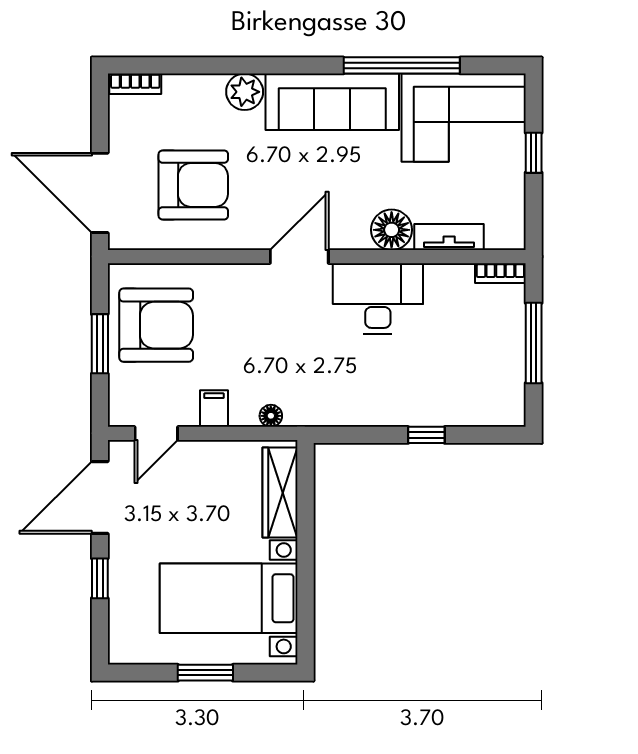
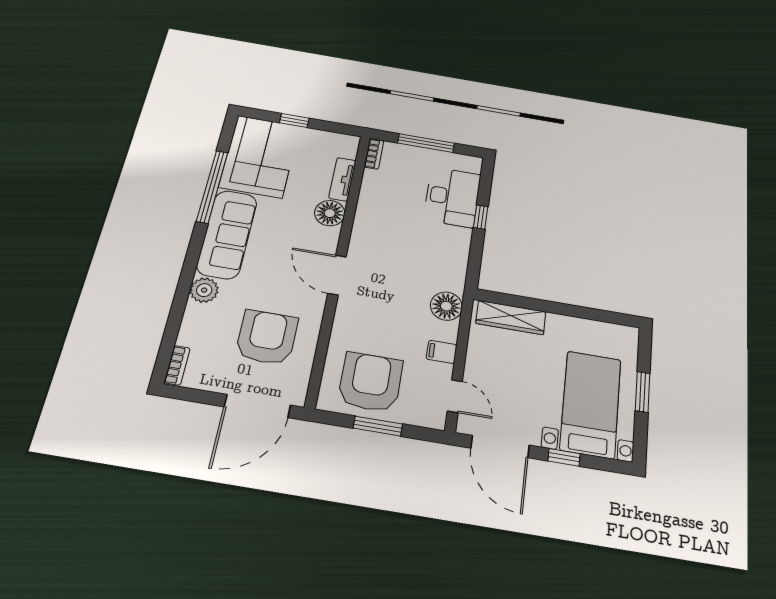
desk: (378, 298) -> (452, 197), moved, turned 180
floor lamp: (271, 416) -> (446, 306), width x1.89, depth x1.89
bed with nightstands: (229, 598) -> (591, 404), moved, turned 180

